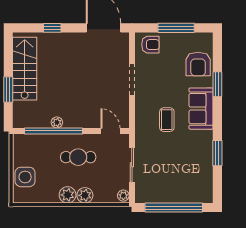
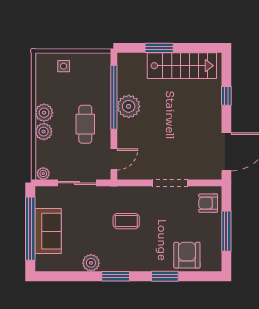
armchair: (150, 45) -> (208, 203), turned 90
armchair: (198, 64) -> (187, 255), turned 90
sofa: (201, 109) -> (48, 231), moved, turned 90
plant: (57, 122) -> (129, 106), width x1.88, depth x1.88
plant: (205, 152) -> (91, 263), added
window: (217, 153) -> (116, 276), moved
side table: (25, 177) -> (64, 66), width x0.54, depth x0.54

